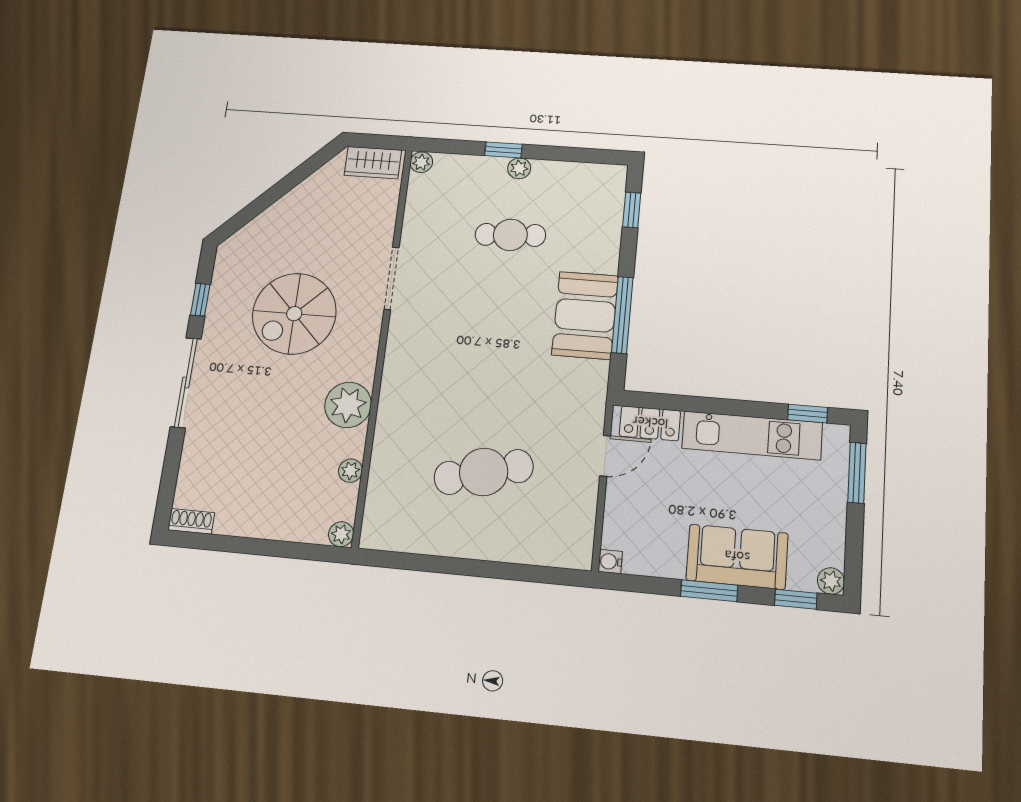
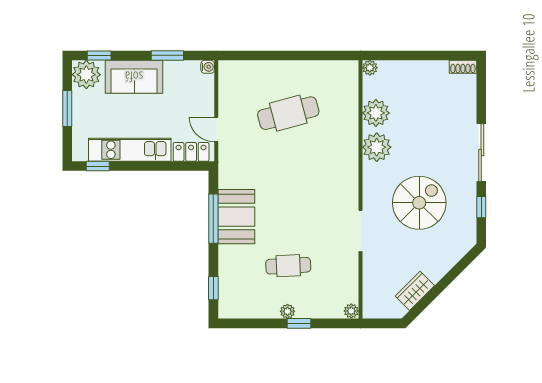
wardrobe: (373, 163) -> (415, 291), moved, turned -45
door: (605, 456) -> (216, 130), hinge flipped
plant: (350, 471) -> (376, 113), width x1.87, depth x1.87
window: (857, 473) -> (67, 109), moved
plant: (831, 581) -> (86, 75), width x1.88, depth x1.88
window: (709, 591) -> (167, 55), moved

